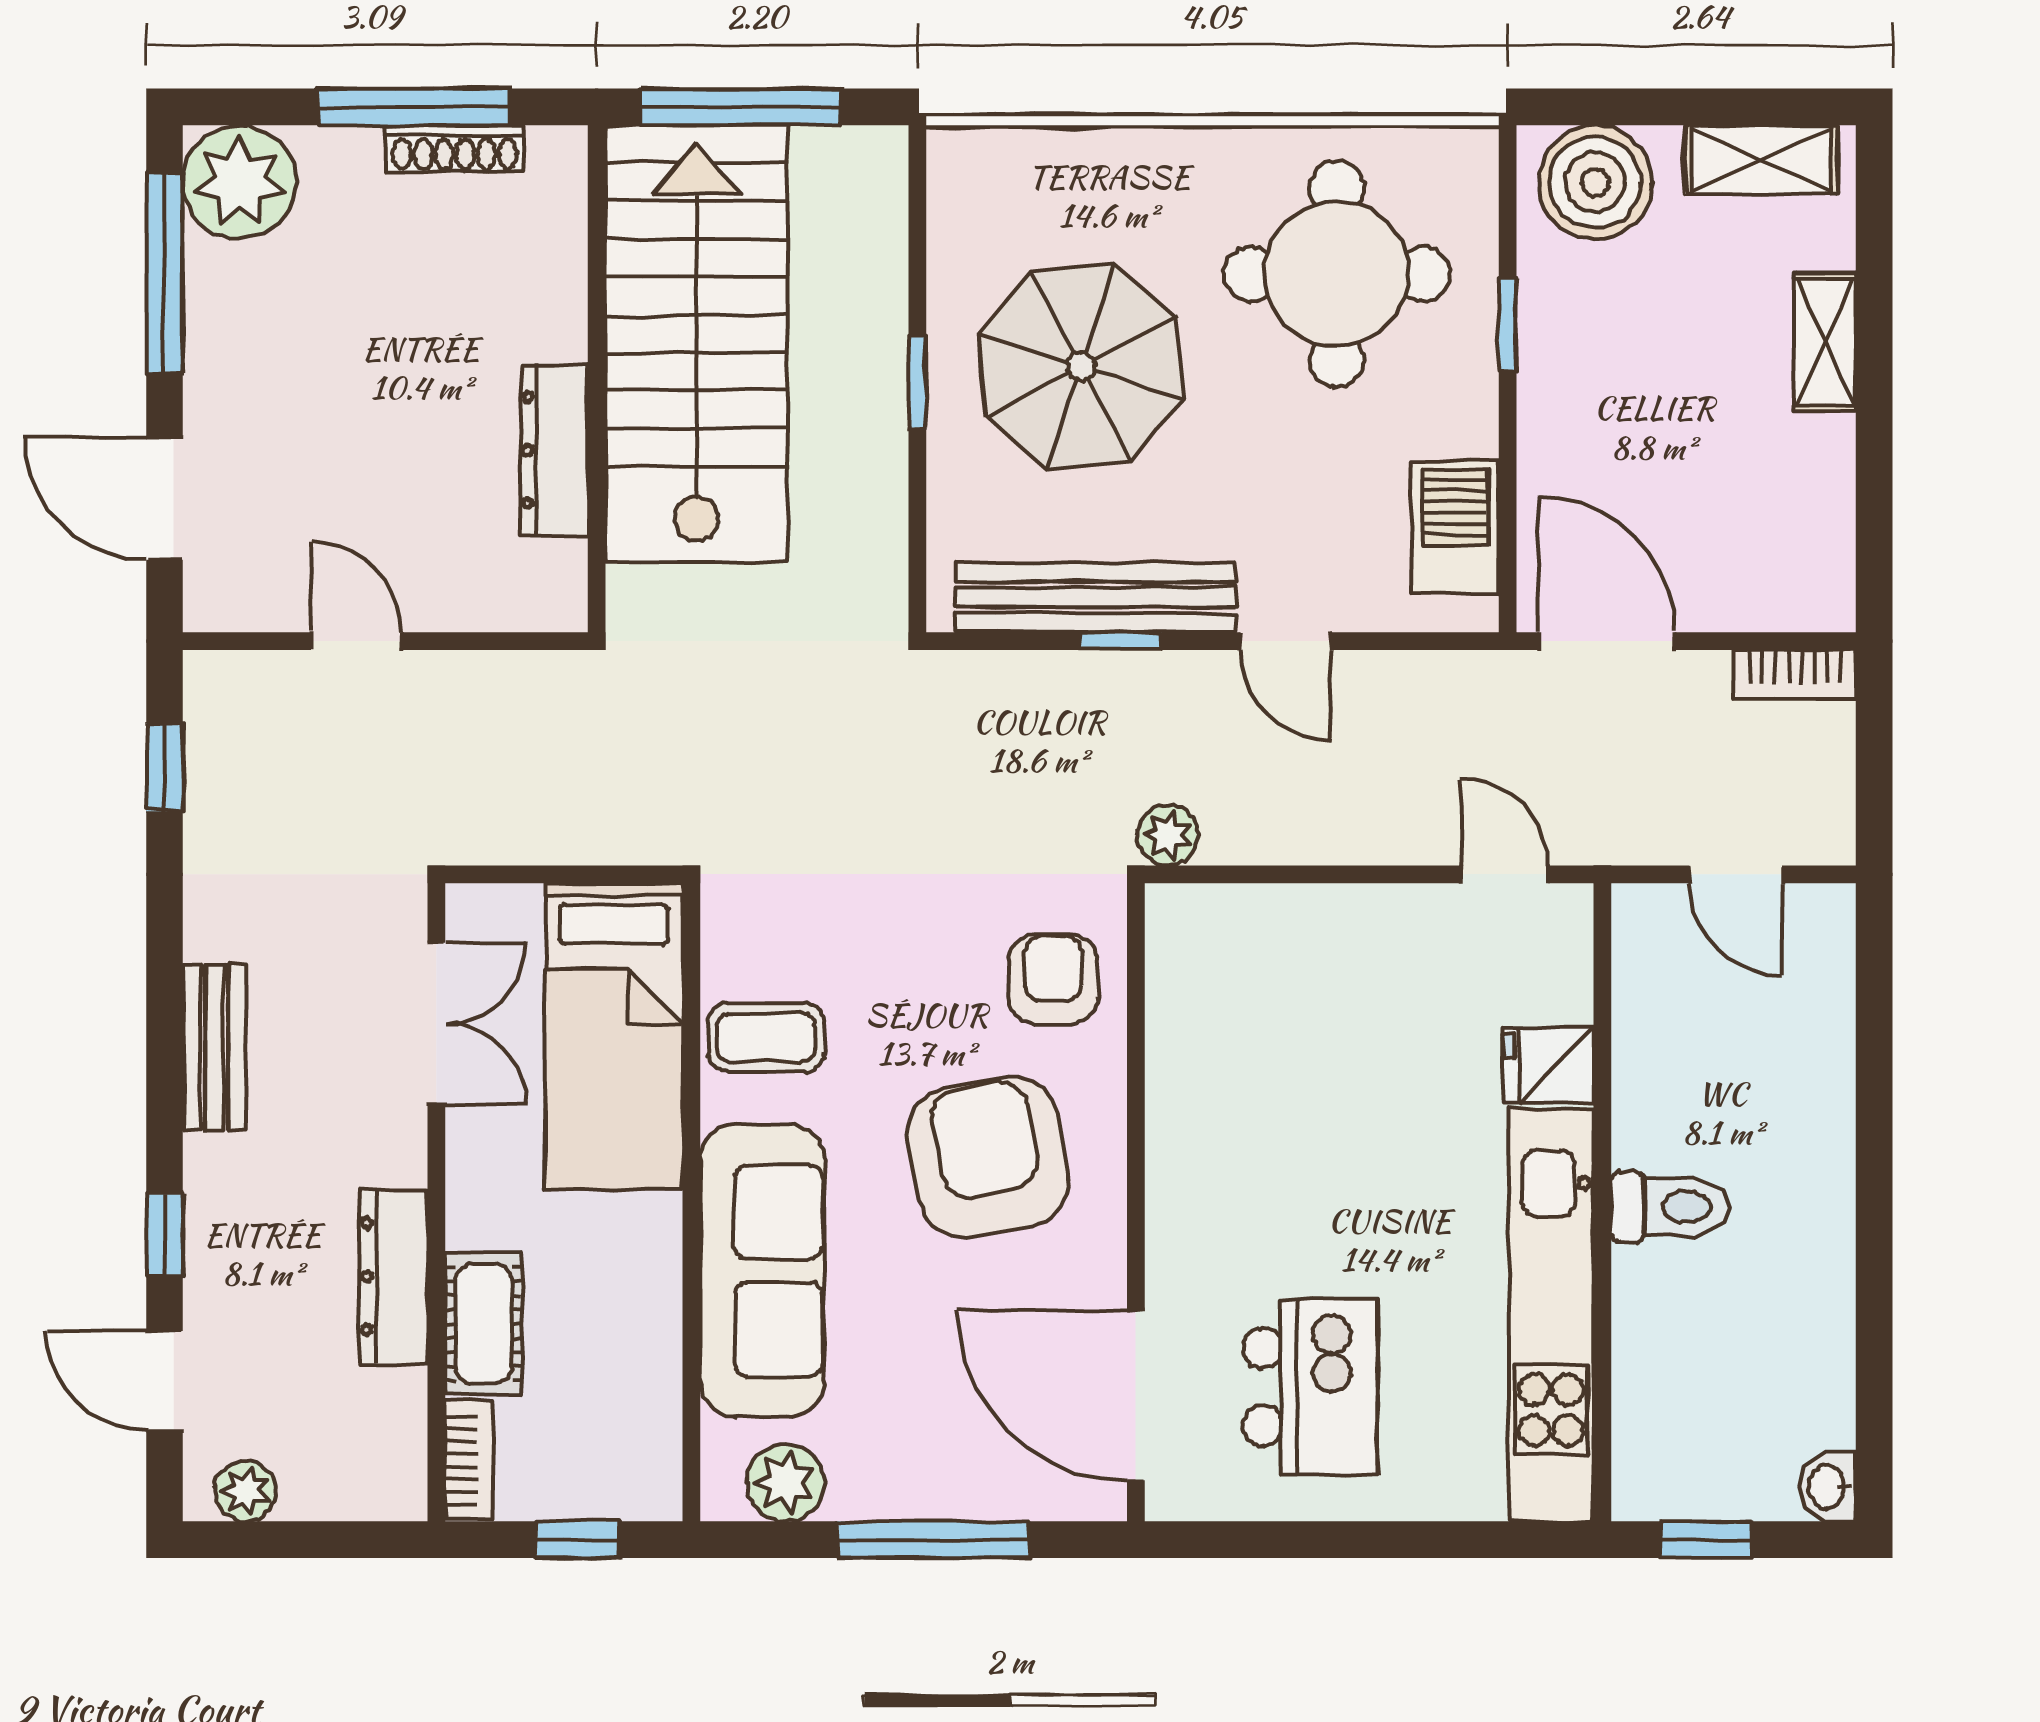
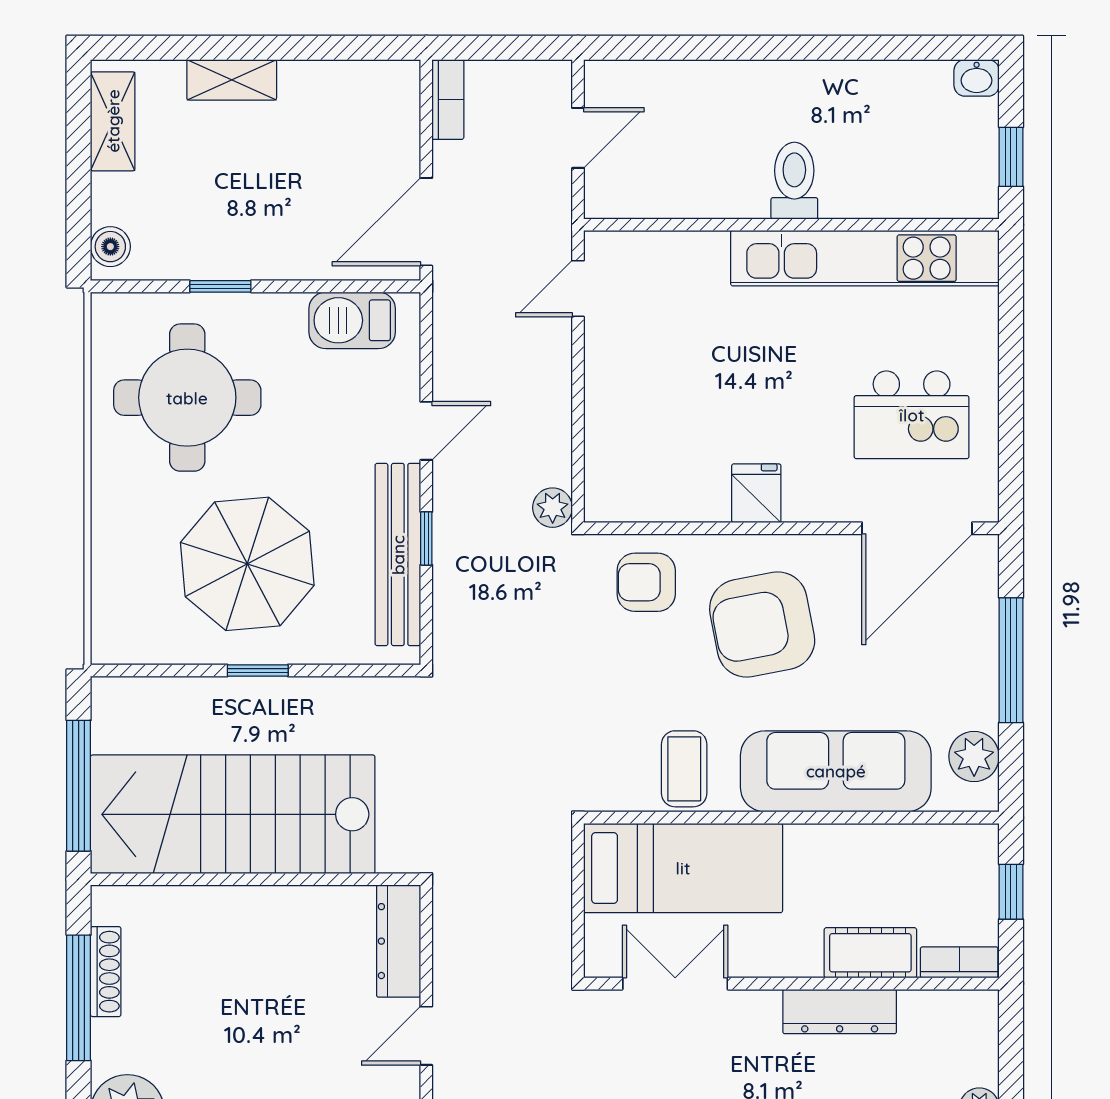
boiler: (1595, 182) -> (110, 247), width x0.54, depth x0.54
dresser: (554, 450) -> (399, 941), moved, turned 90
fridge: (1549, 1065) -> (756, 493), moved, turned 180
kitchen island: (1310, 1387) -> (912, 415), turned 180

